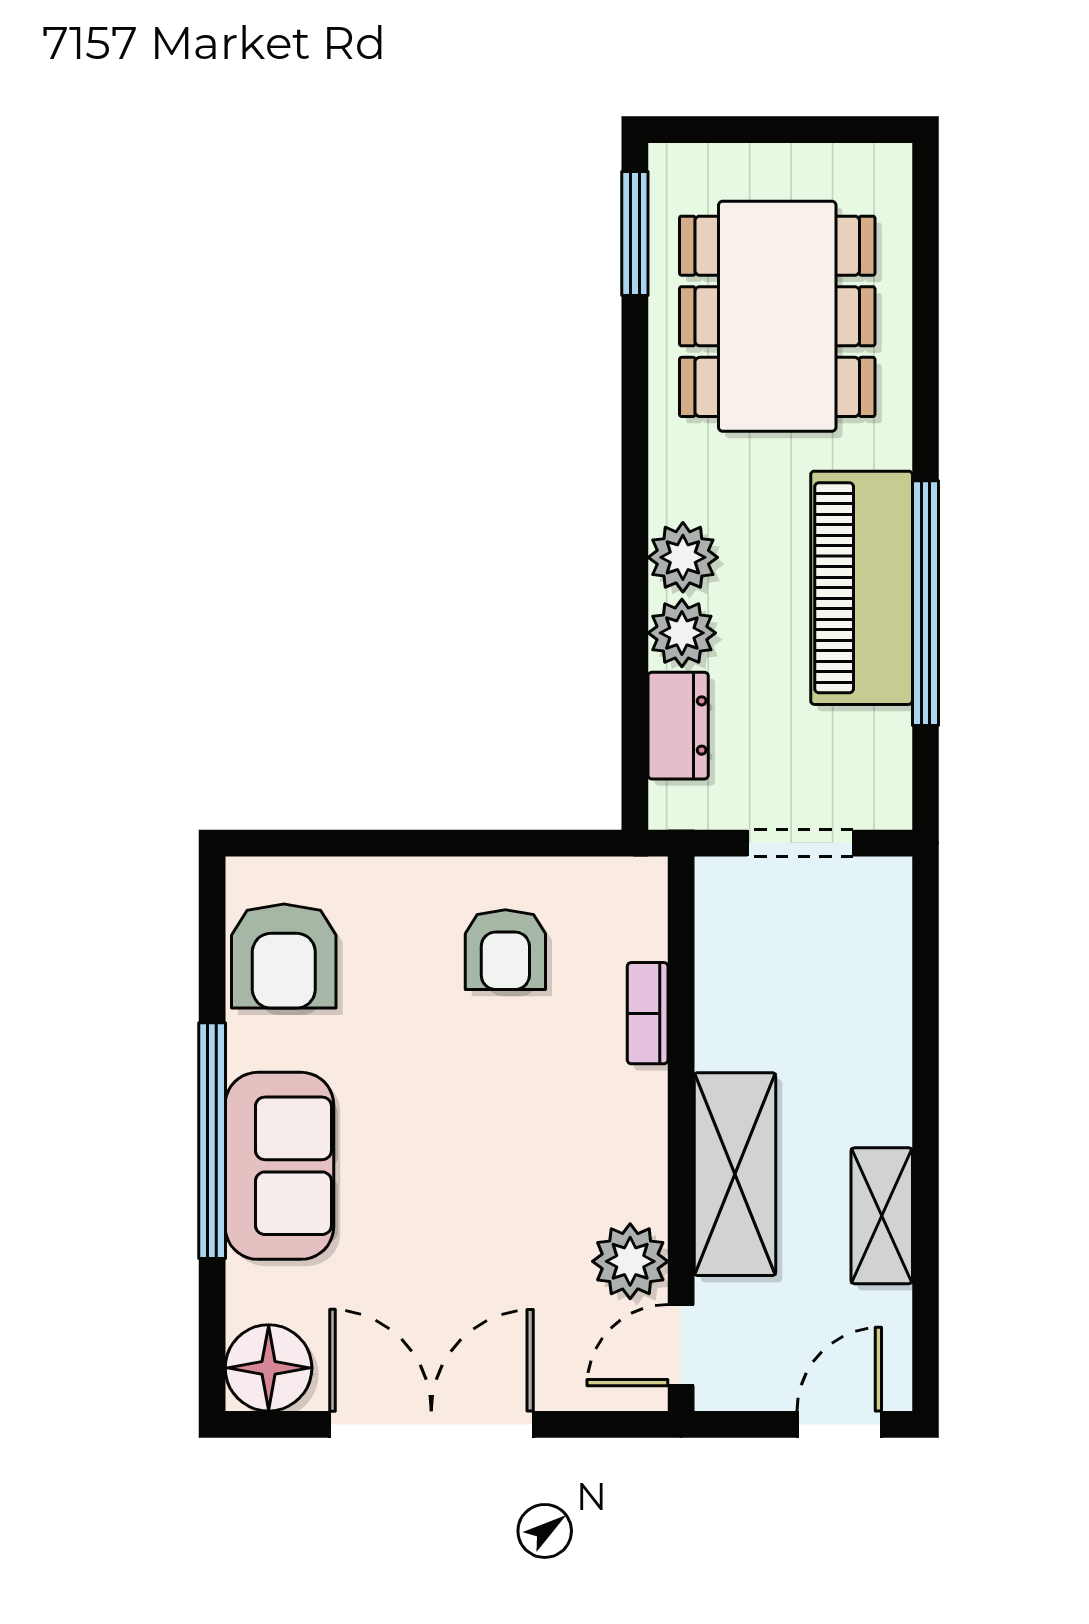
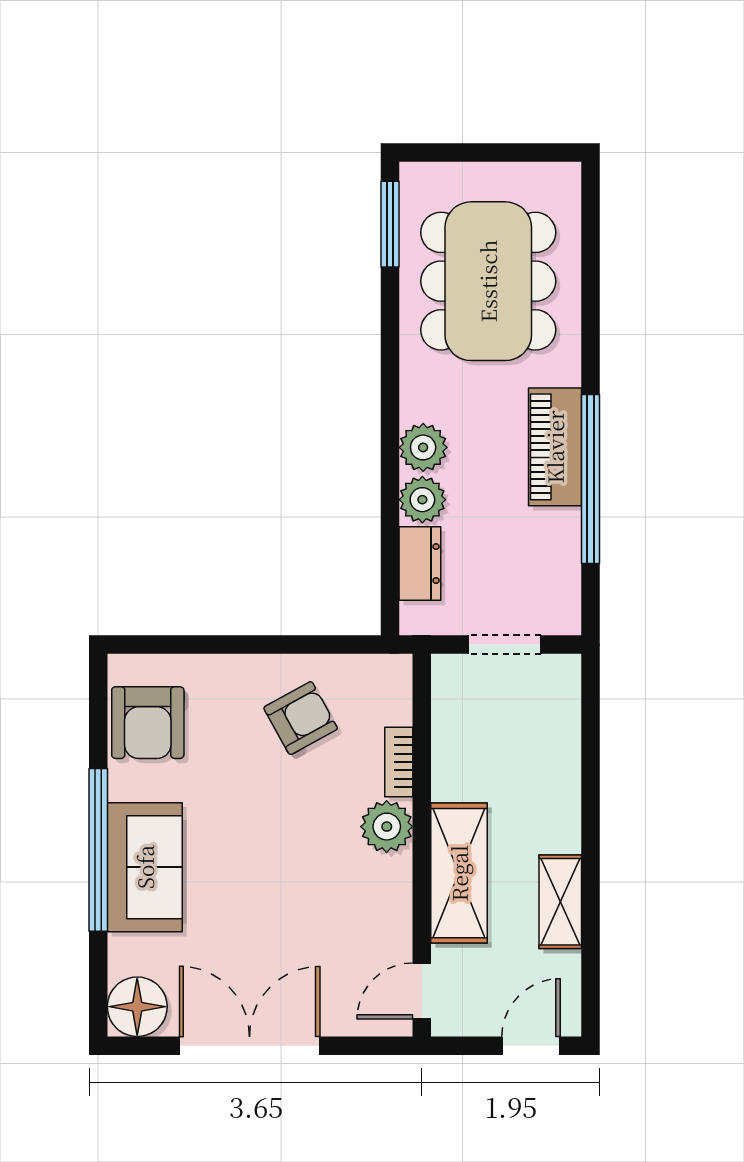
piano: (862, 588) -> (555, 447), width x0.73, depth x0.75
armchair: (505, 950) -> (301, 718), turned -119
plant: (630, 1261) -> (387, 827), moved

